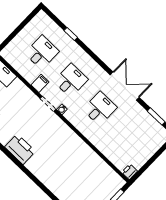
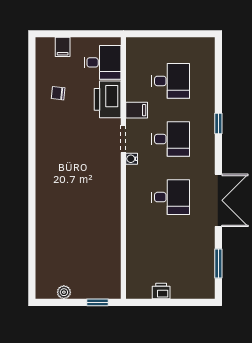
window: (71, 34) -> (218, 123), moved
printer: (20, 149) -> (108, 99), moved, turned 180
printer: (130, 172) -> (161, 291), moved

